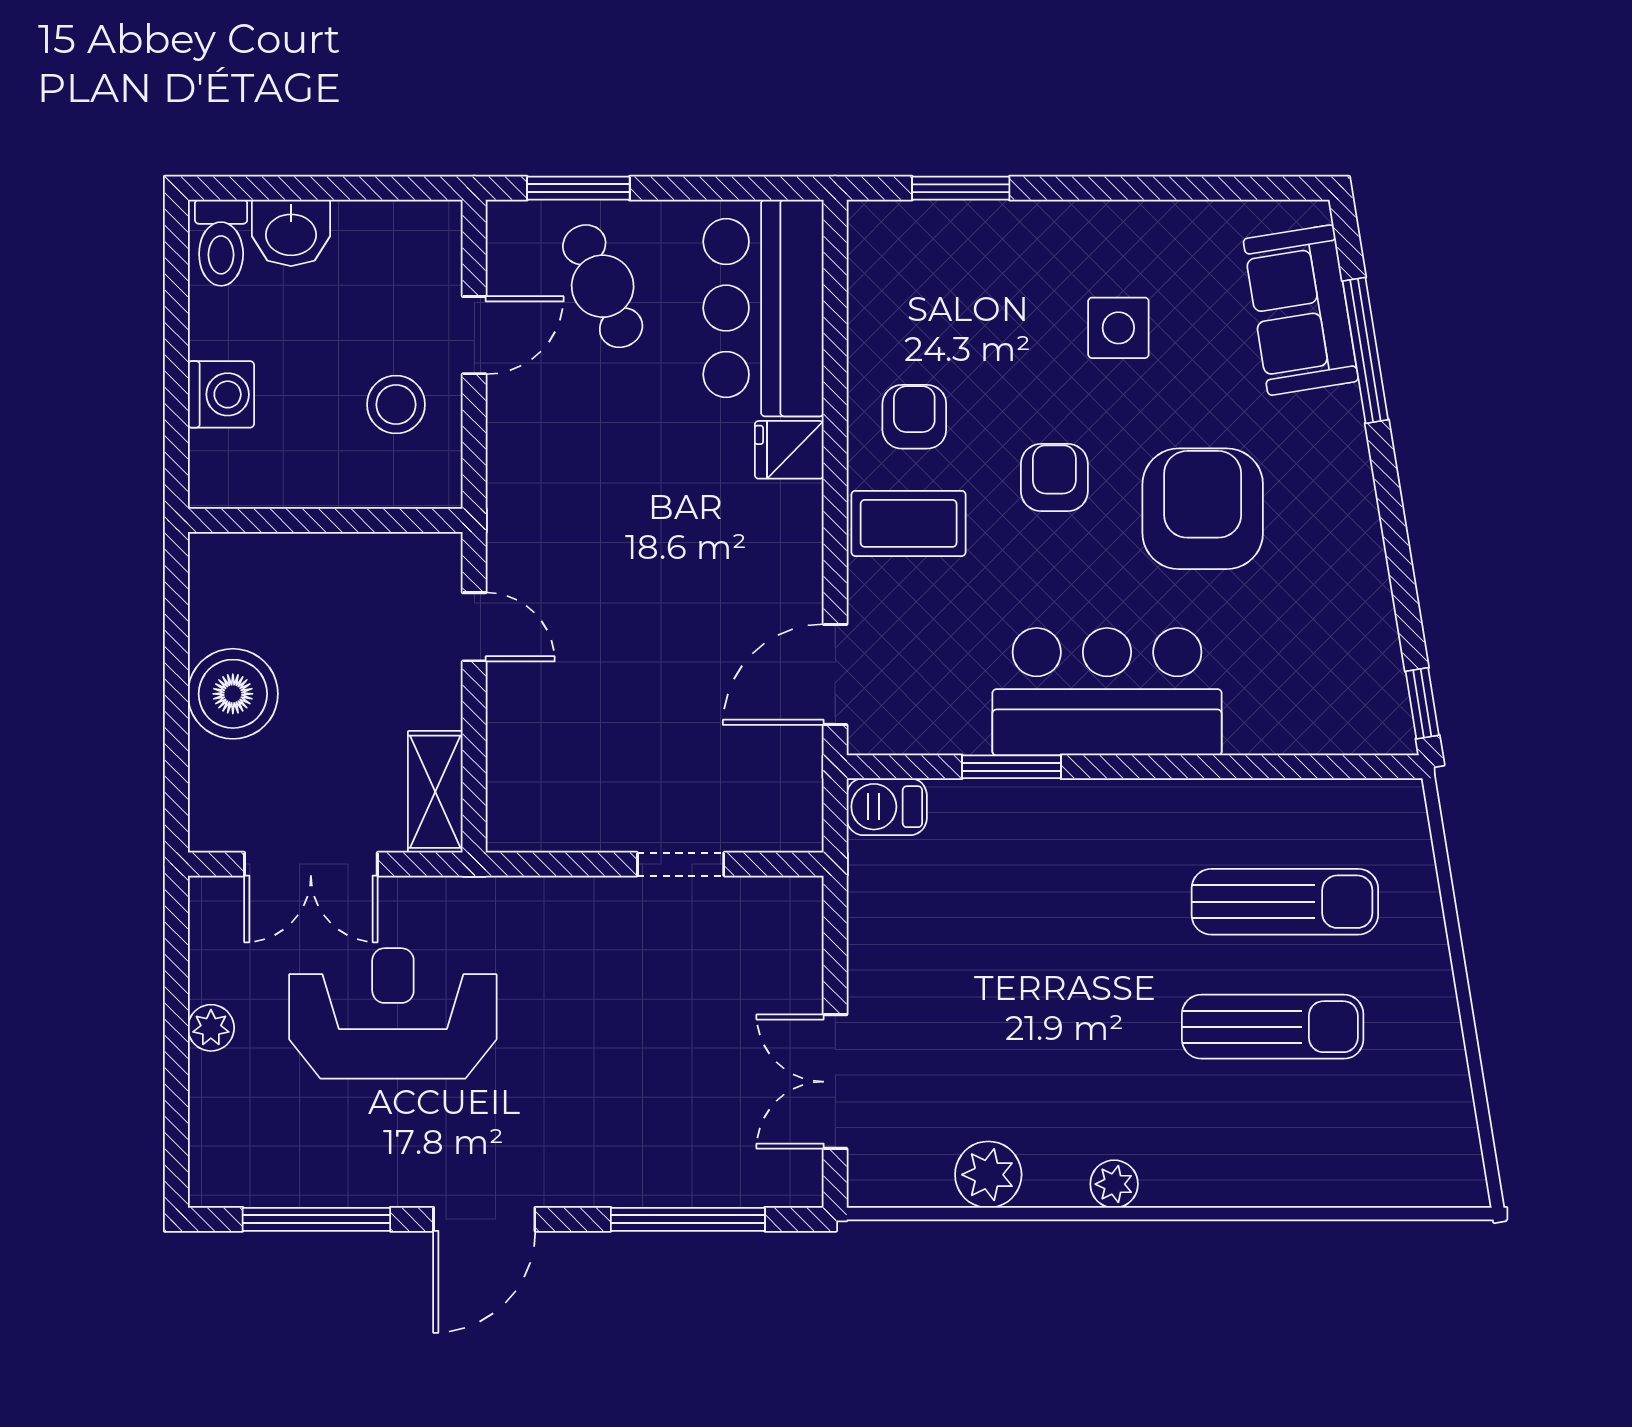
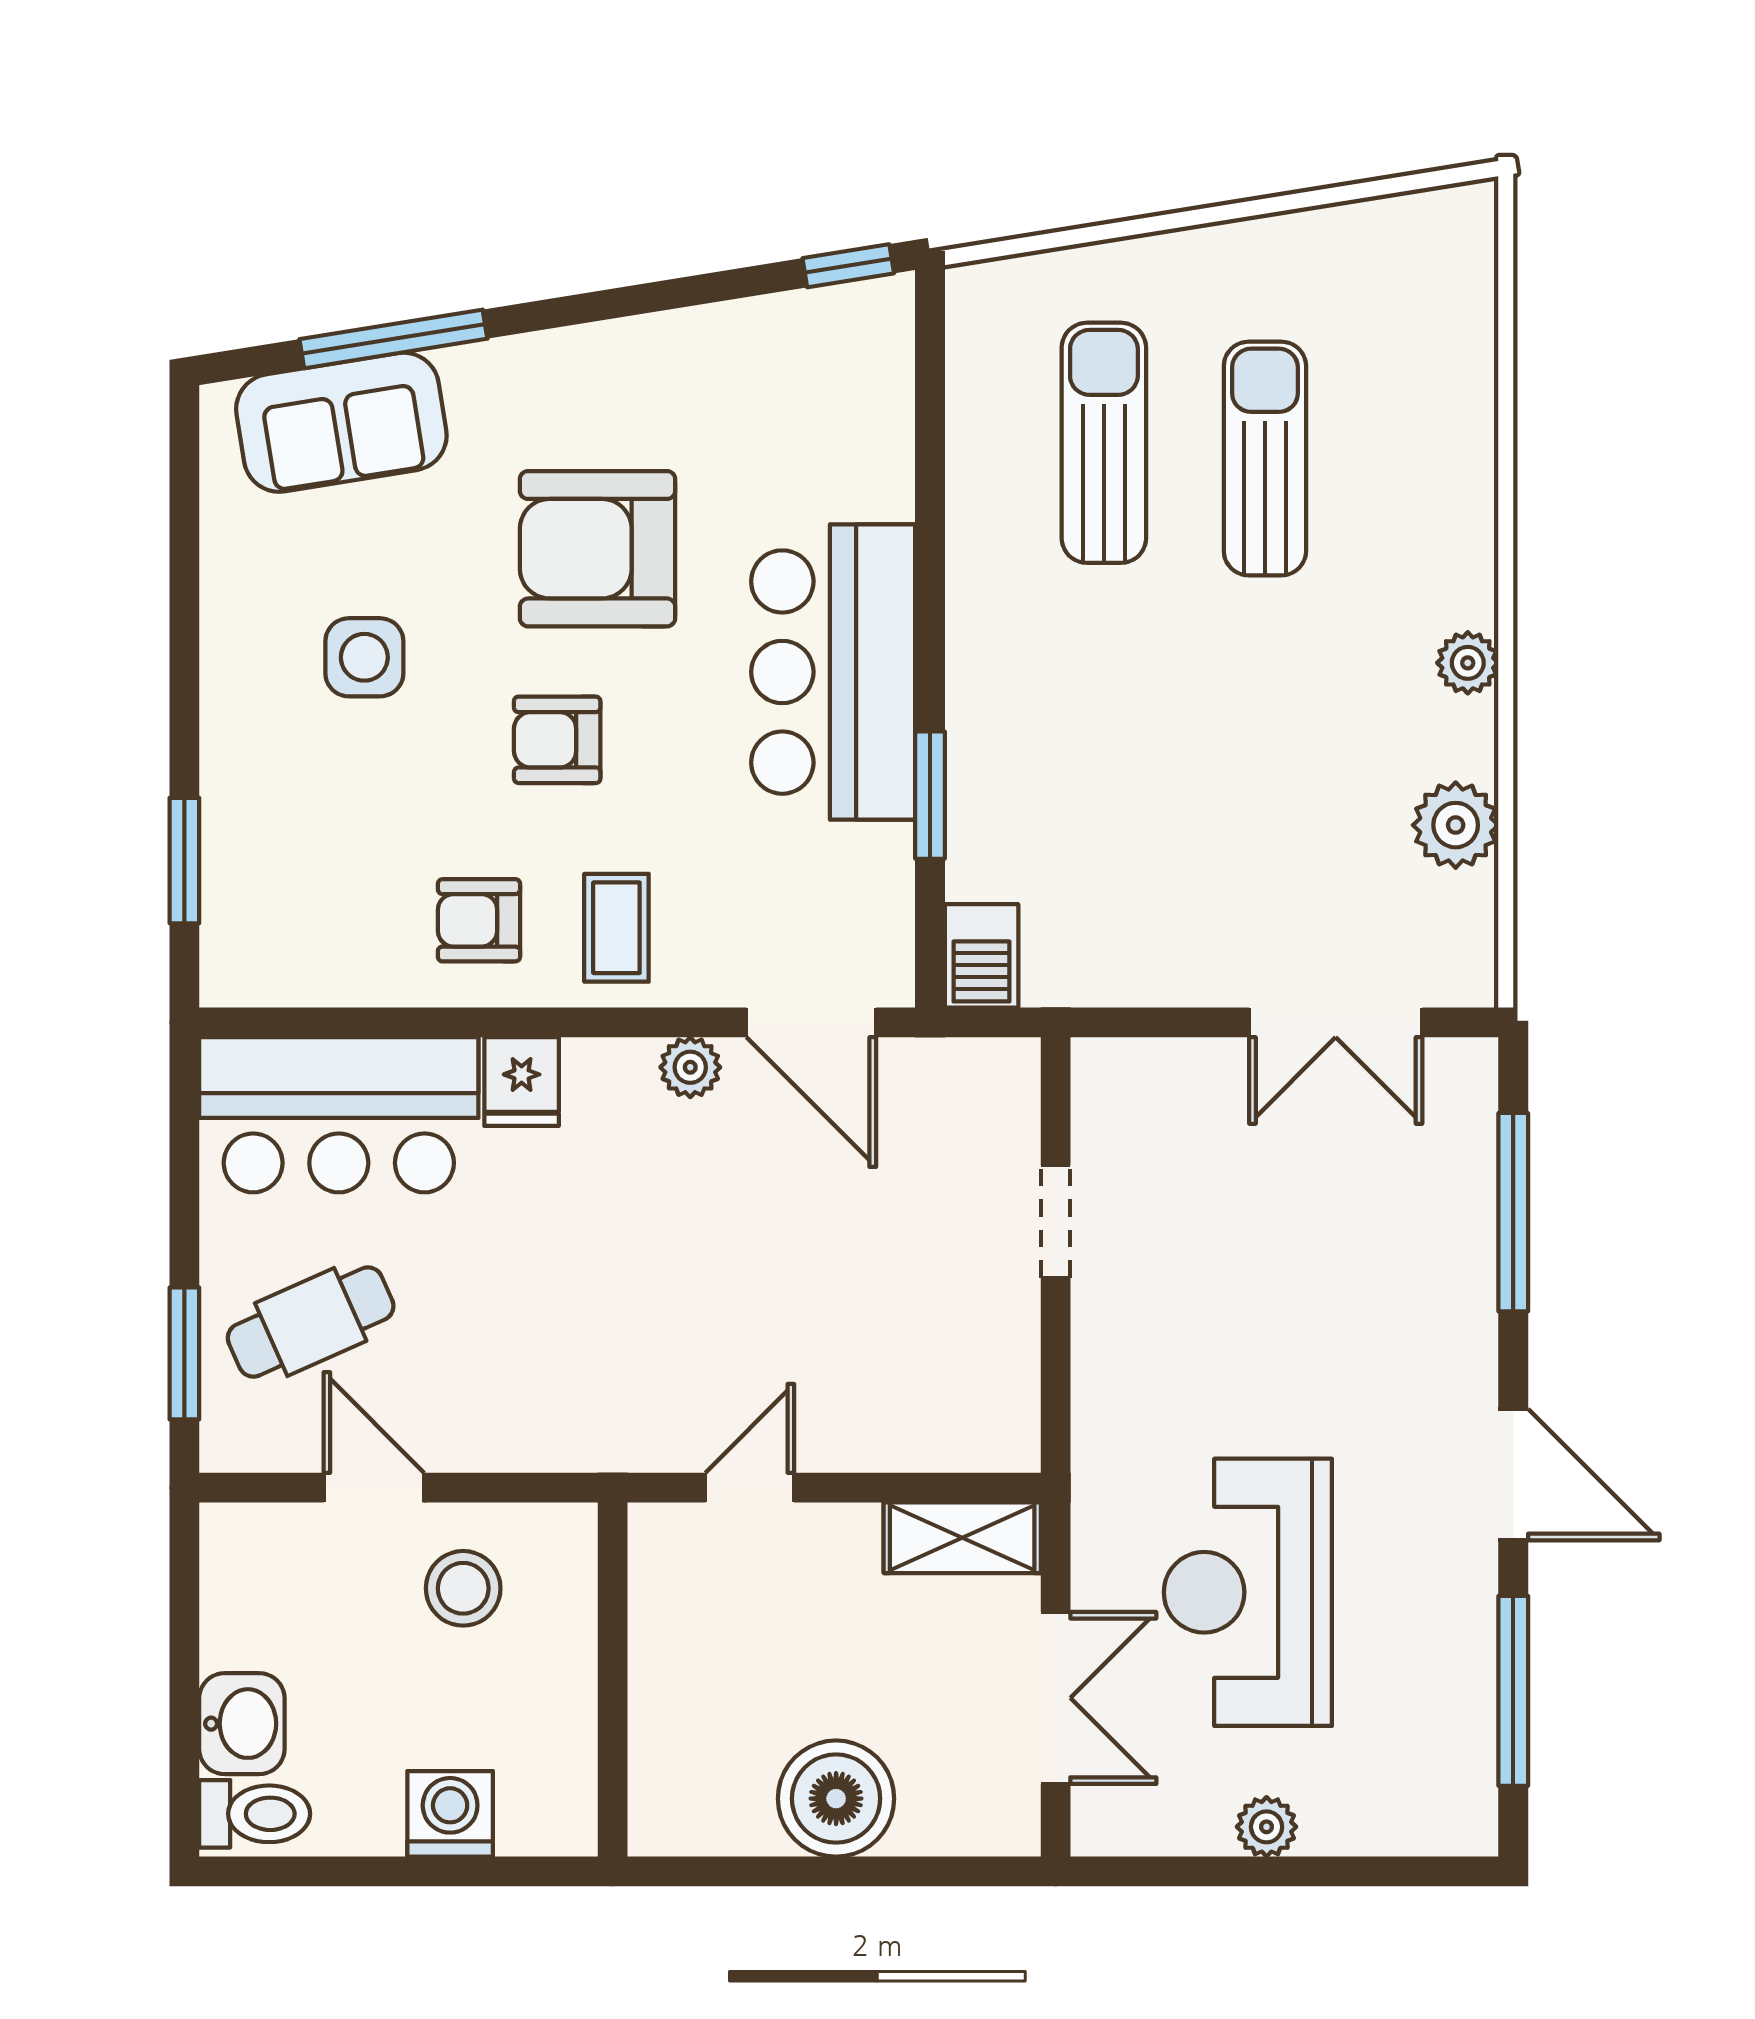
coffee table: (909, 523) -> (616, 928), width x0.73, depth x0.77
plant: (800, 581) -> (690, 1067), added

